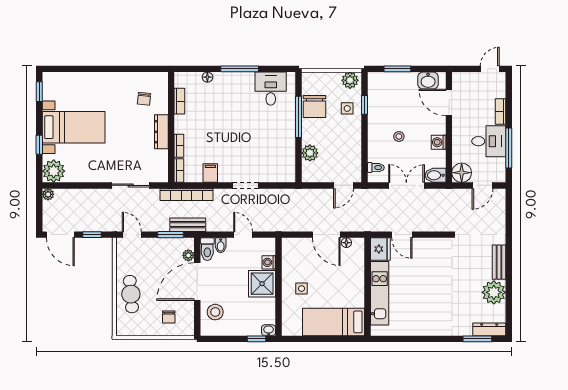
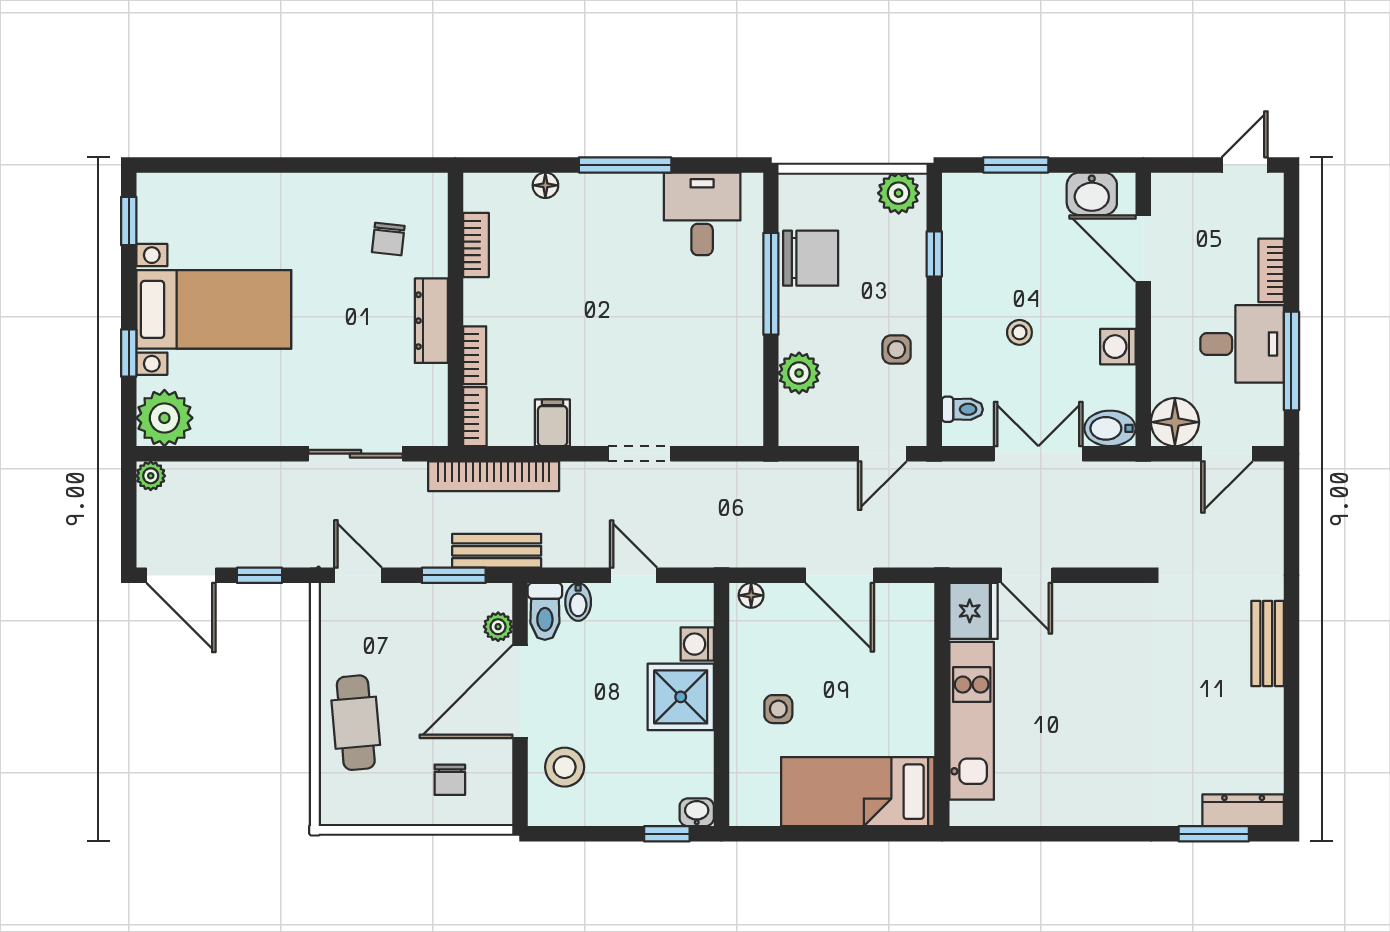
chair: (315, 107) -> (811, 258), turned -90
side table: (347, 108) -> (897, 350), moved
floor lamp: (346, 243) -> (751, 595), moved
plant: (494, 292) -> (1254, 718), removed

